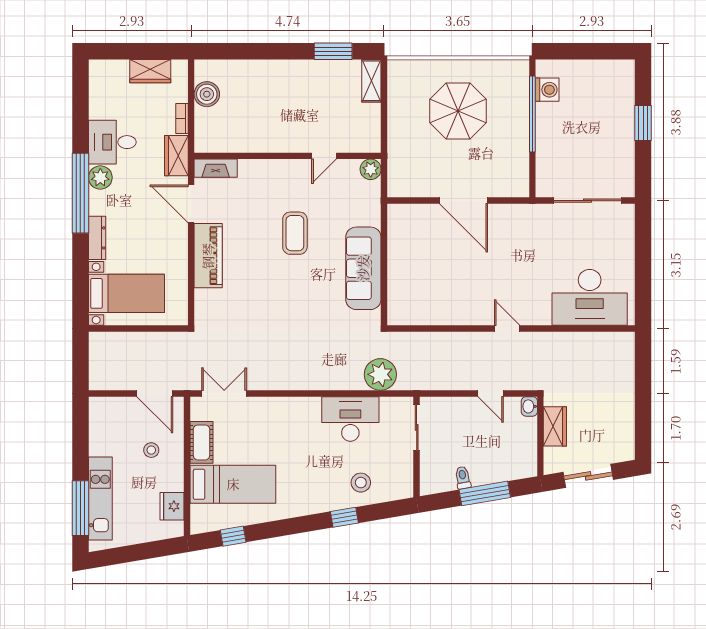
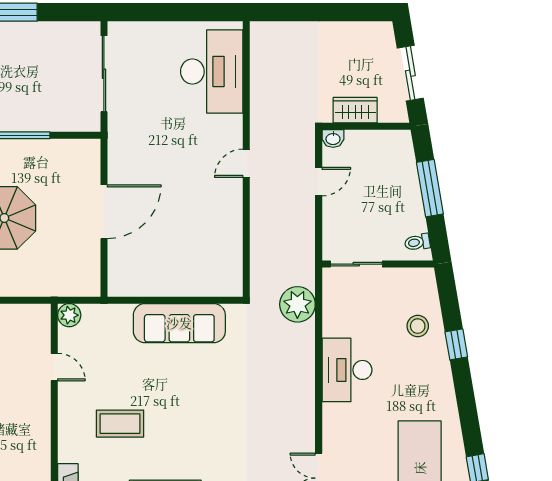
coffee table: (295, 233) -> (120, 424), moved
desk: (350, 419) -> (347, 370), moved
toilet: (463, 478) -> (417, 242), moved

